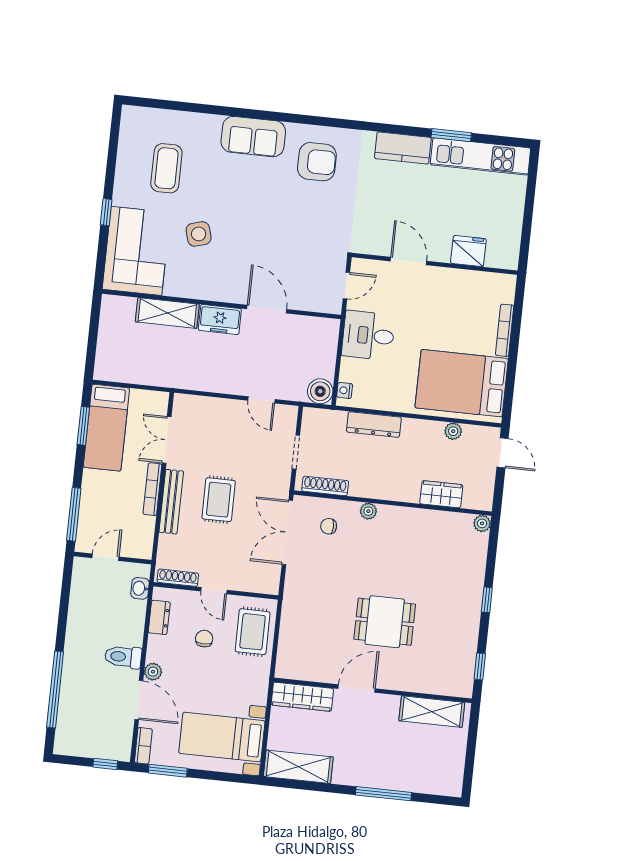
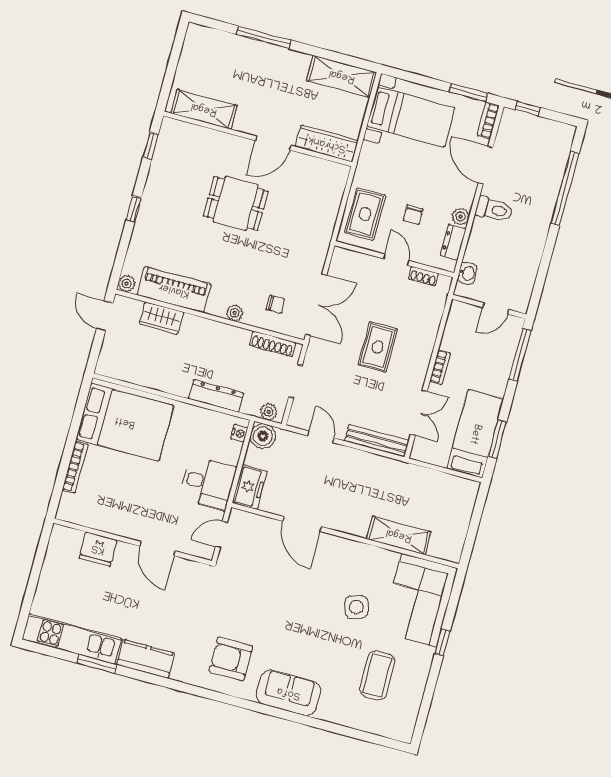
freezer: (220, 320) -> (250, 487), moved, turned 90
plant: (453, 431) -> (269, 412), moved
door: (503, 453) -> (105, 316), moved
bookcase: (152, 489) -> (440, 367), width x0.64
bench: (171, 502) -> (377, 441), moved, turned 90
piano: (433, 525) -> (174, 290), added
shoe rack: (178, 578) -> (423, 276), width x0.70
plant: (153, 672) -> (461, 217), moved

